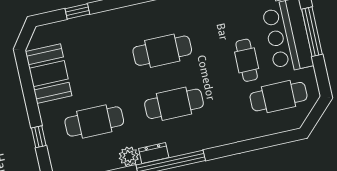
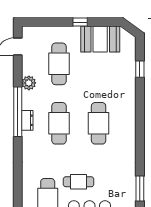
window: (39, 137) -> (80, 22), moved
dresser: (154, 153) -> (27, 120), moved

